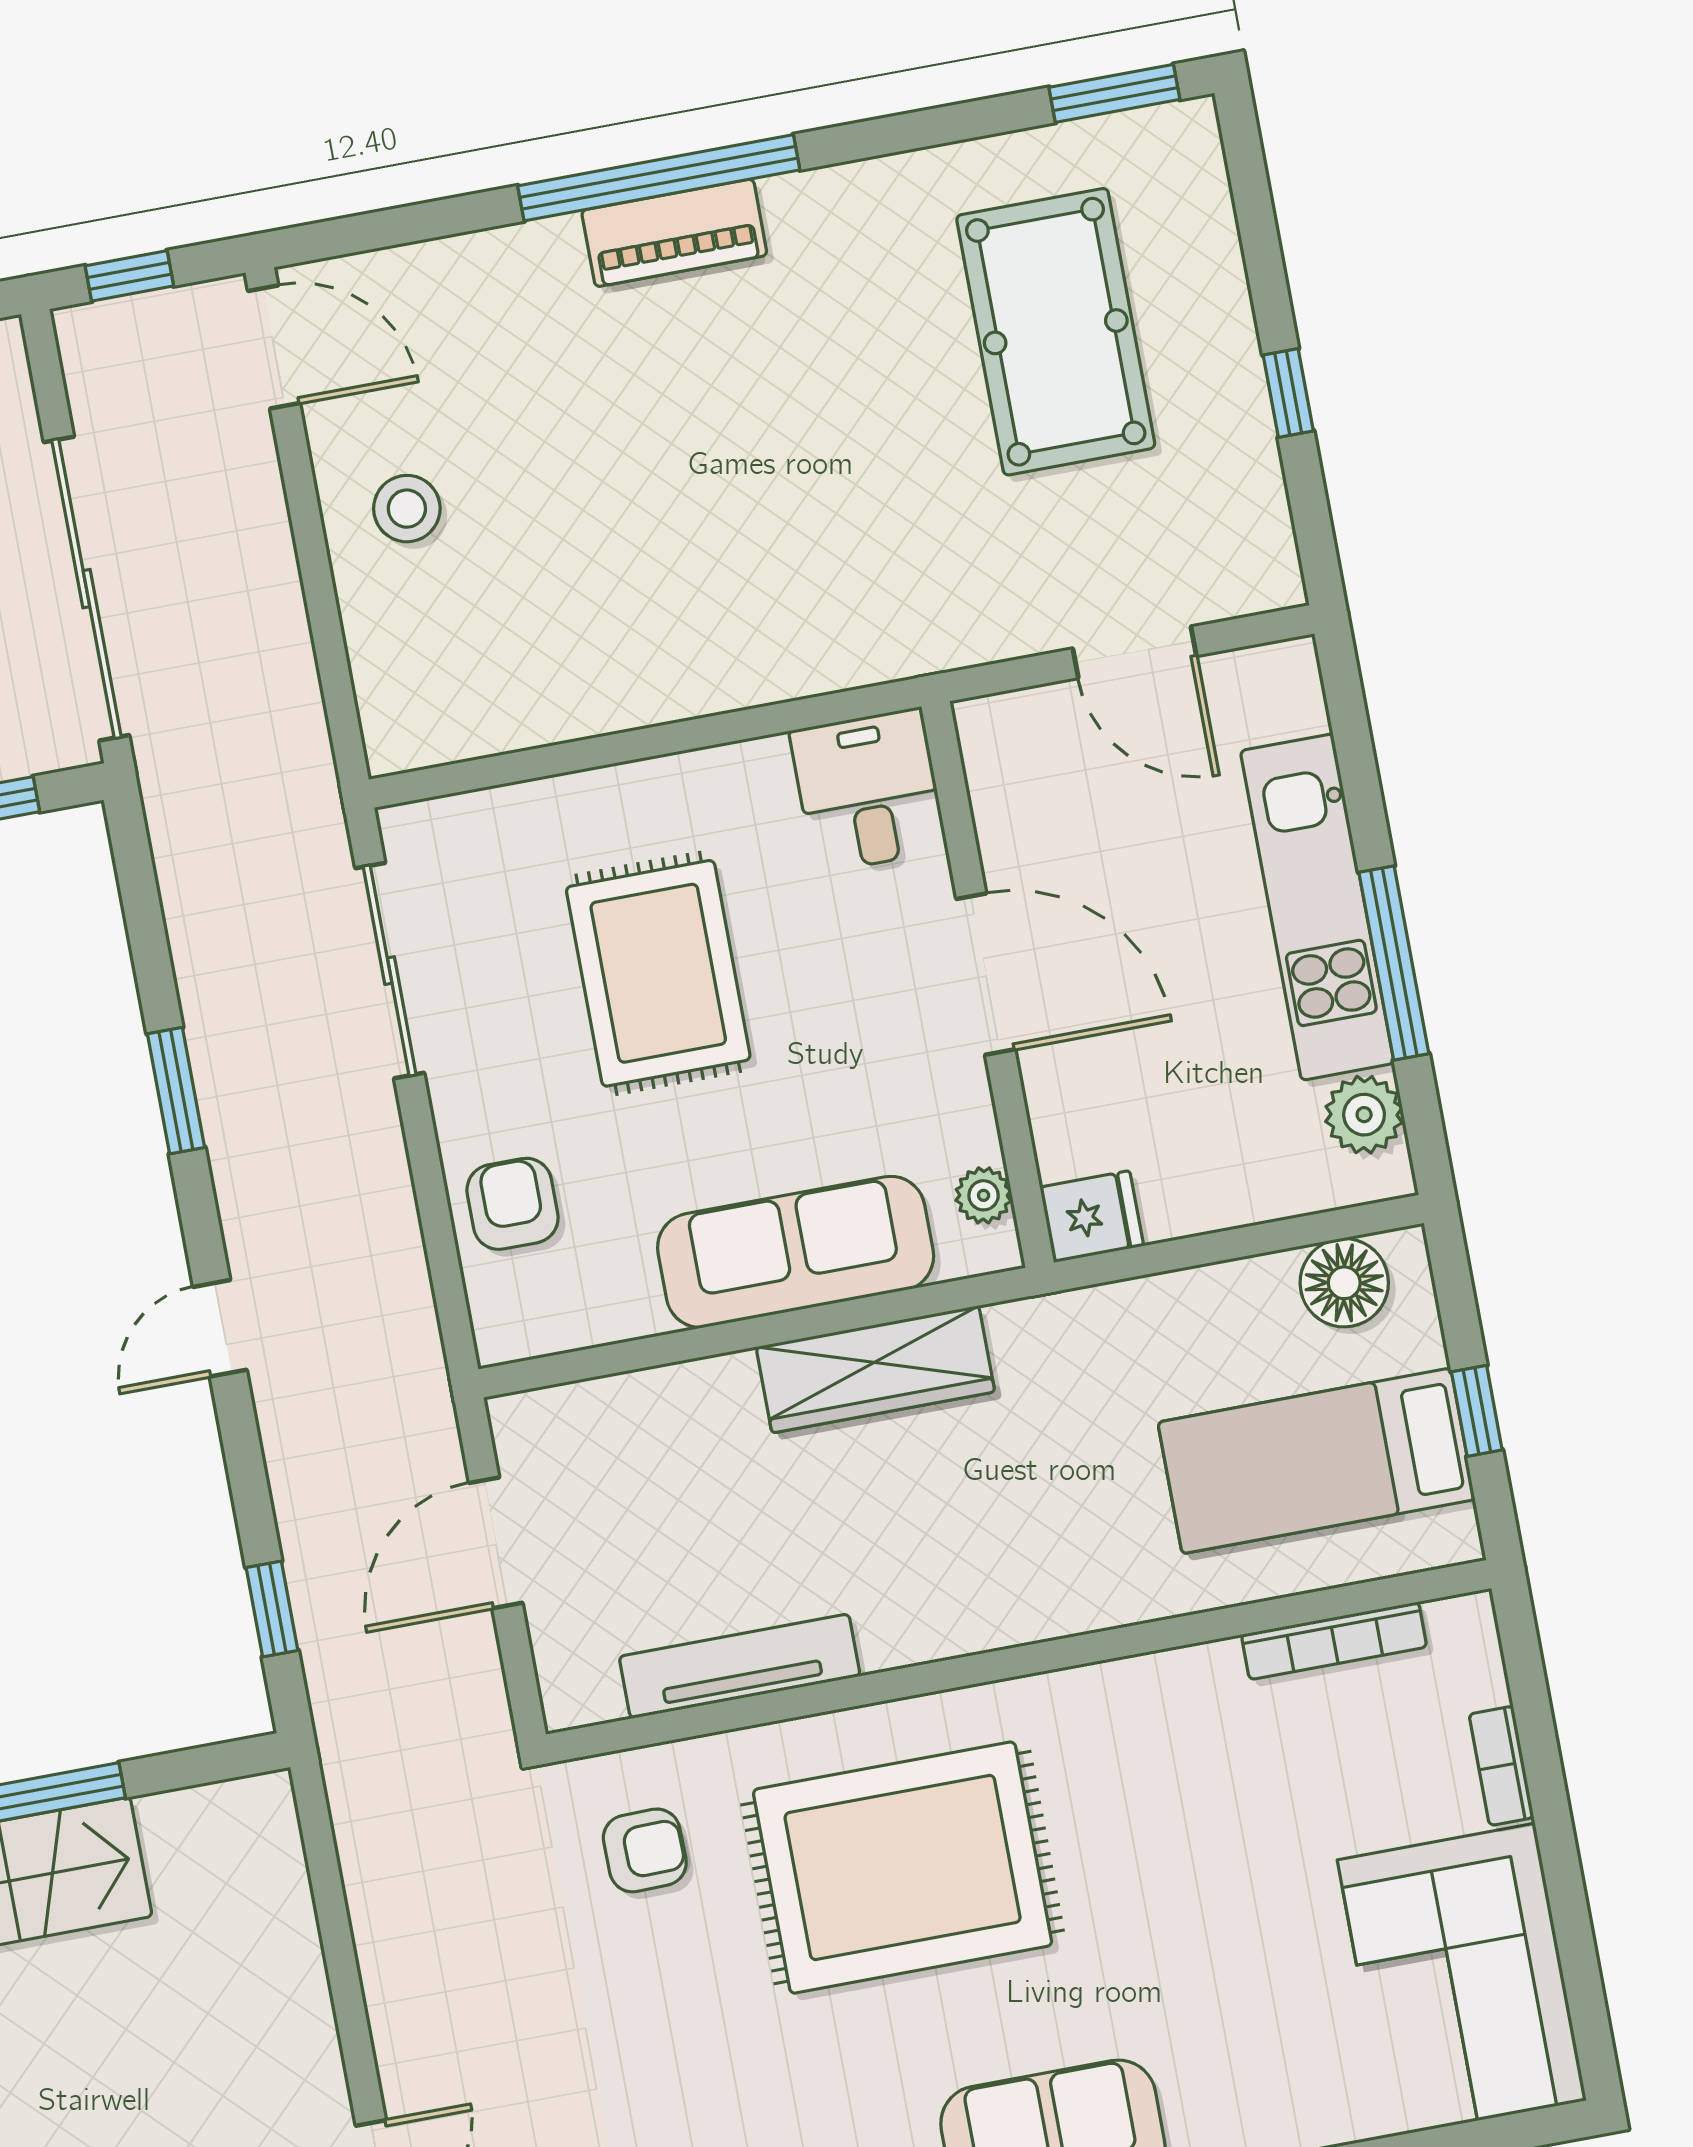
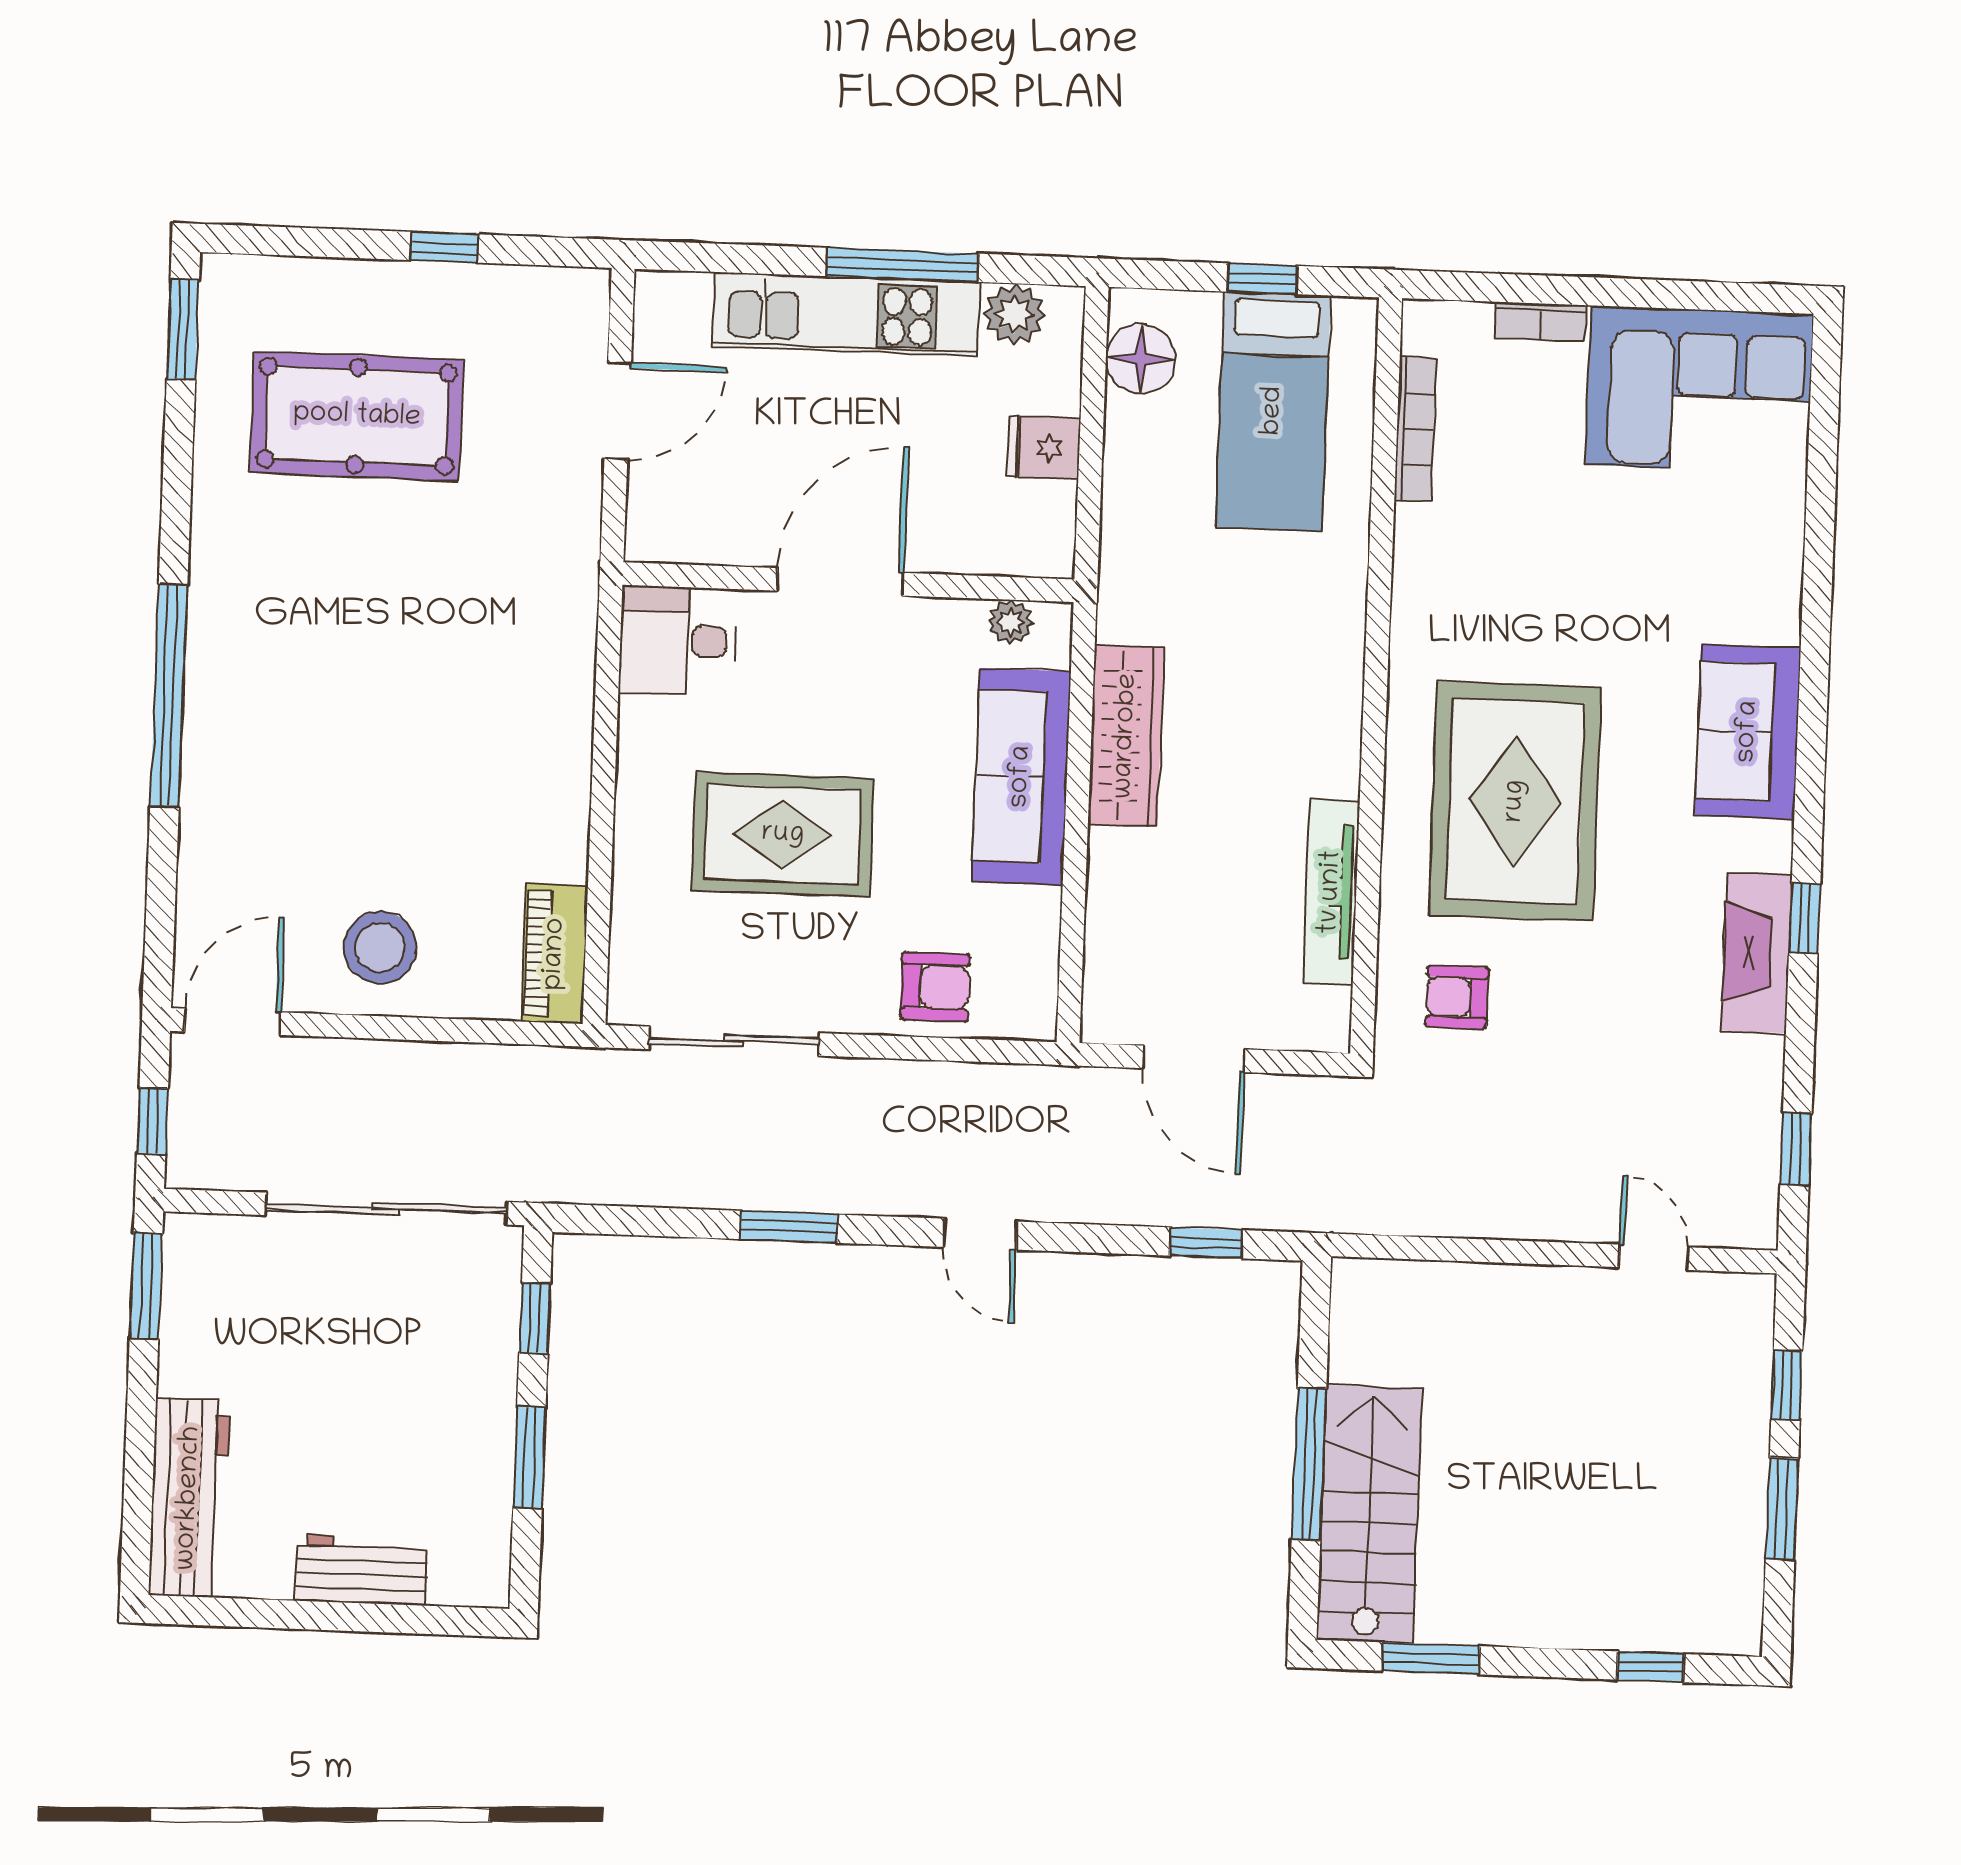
piano: (674, 233) -> (555, 954), moved, turned 180
stool: (407, 509) -> (380, 947), width x1.38, depth x1.38
armchair: (513, 1204) -> (935, 987), turned 180
fridge: (1092, 1217) -> (1043, 448), moved, turned -90
armchair: (645, 1850) -> (1457, 997), turned -89

